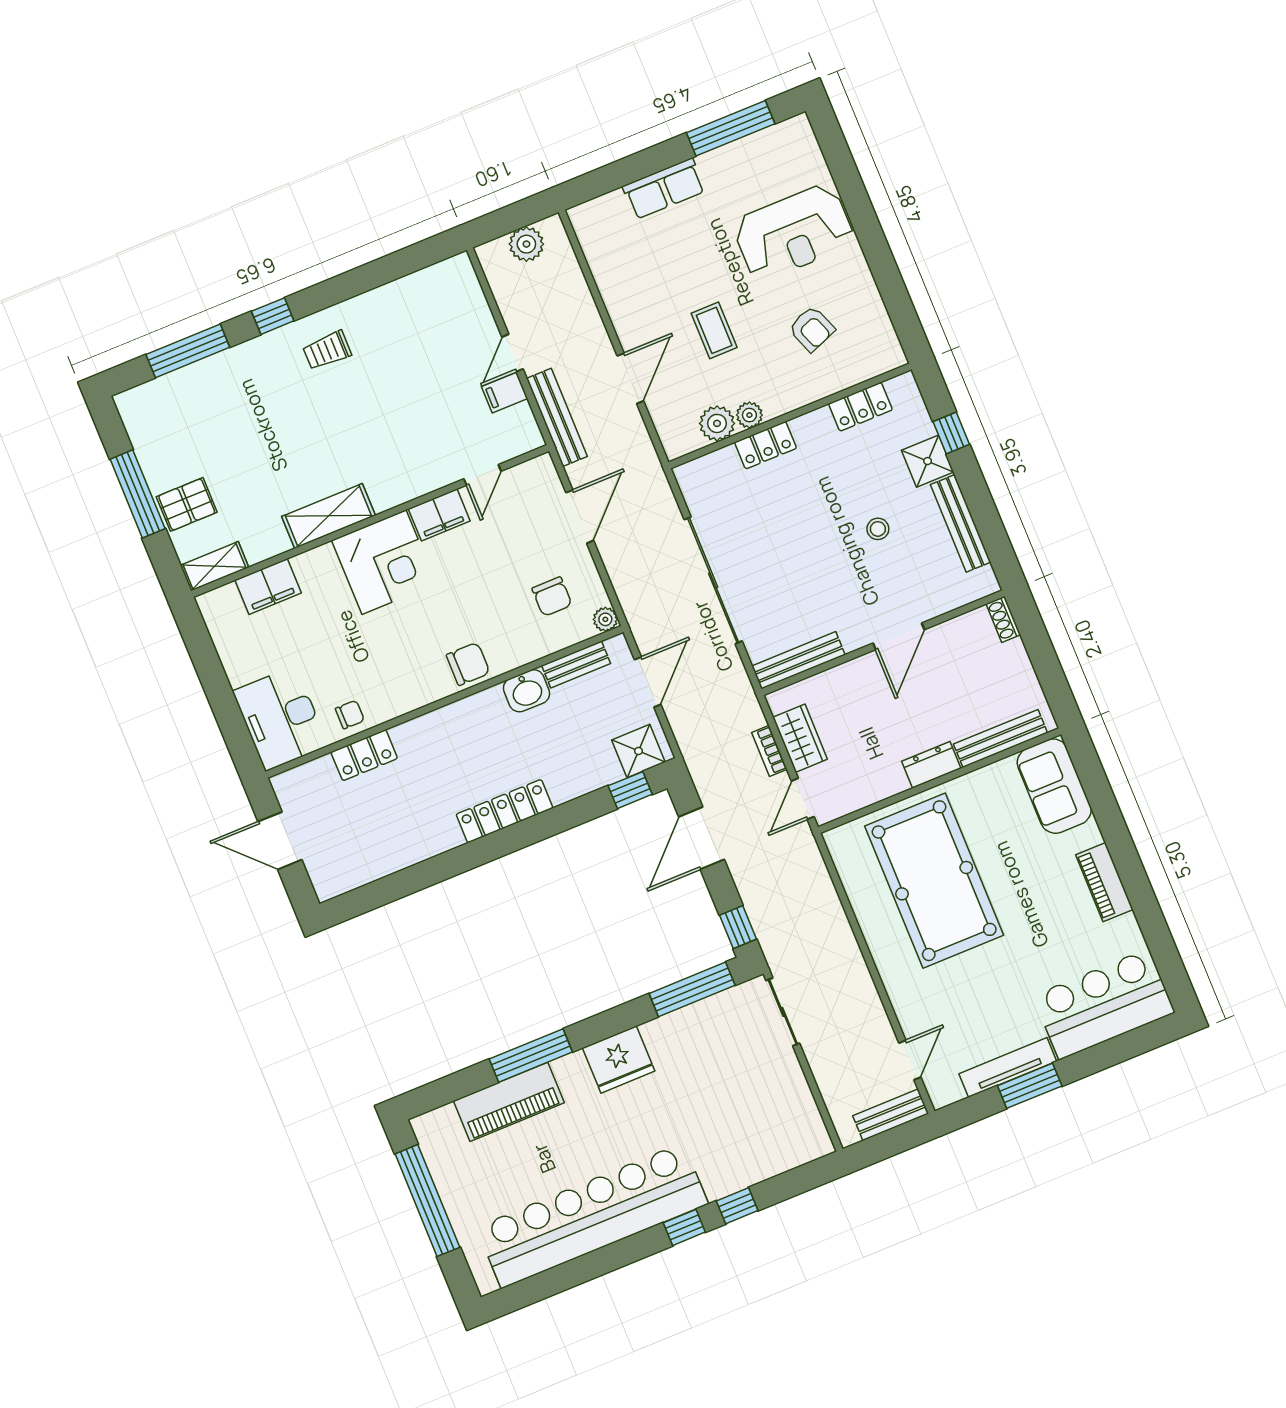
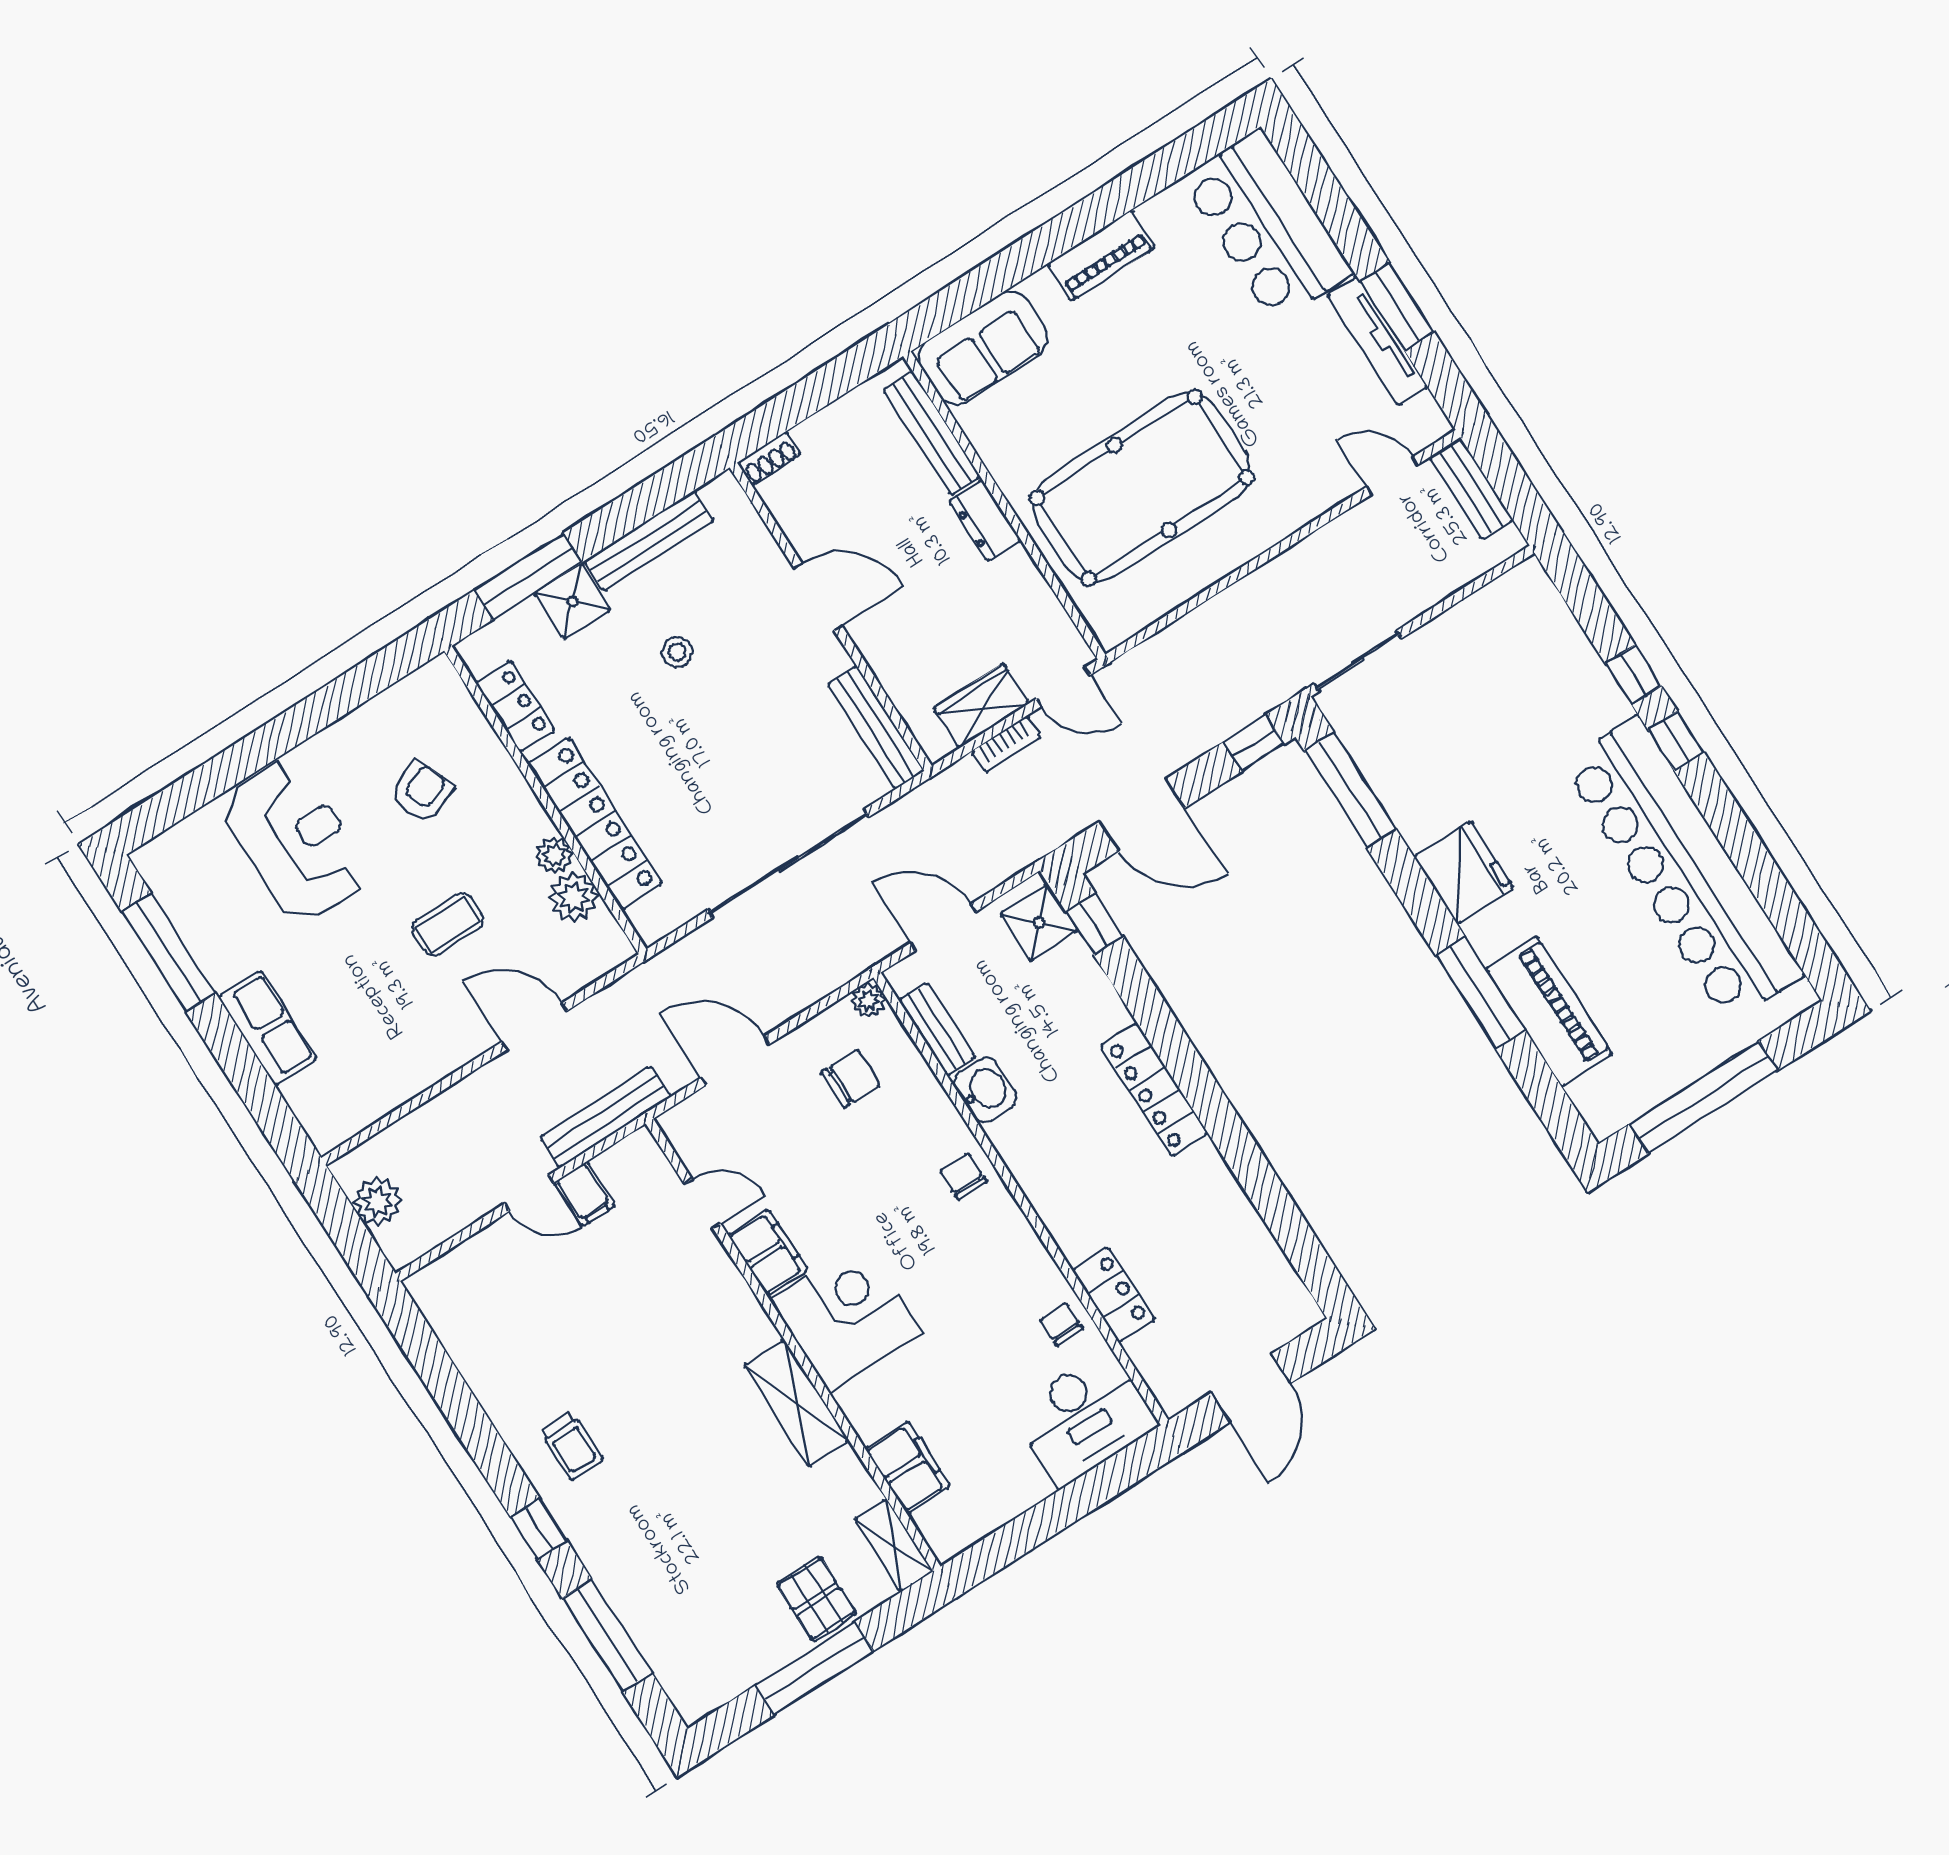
window: (951, 433) -> (528, 576), width x2.17
locker: (766, 445) -> (595, 824), width x2.16, depth x1.21
chair: (468, 664) -> (963, 1176), width x0.73, depth x0.73

